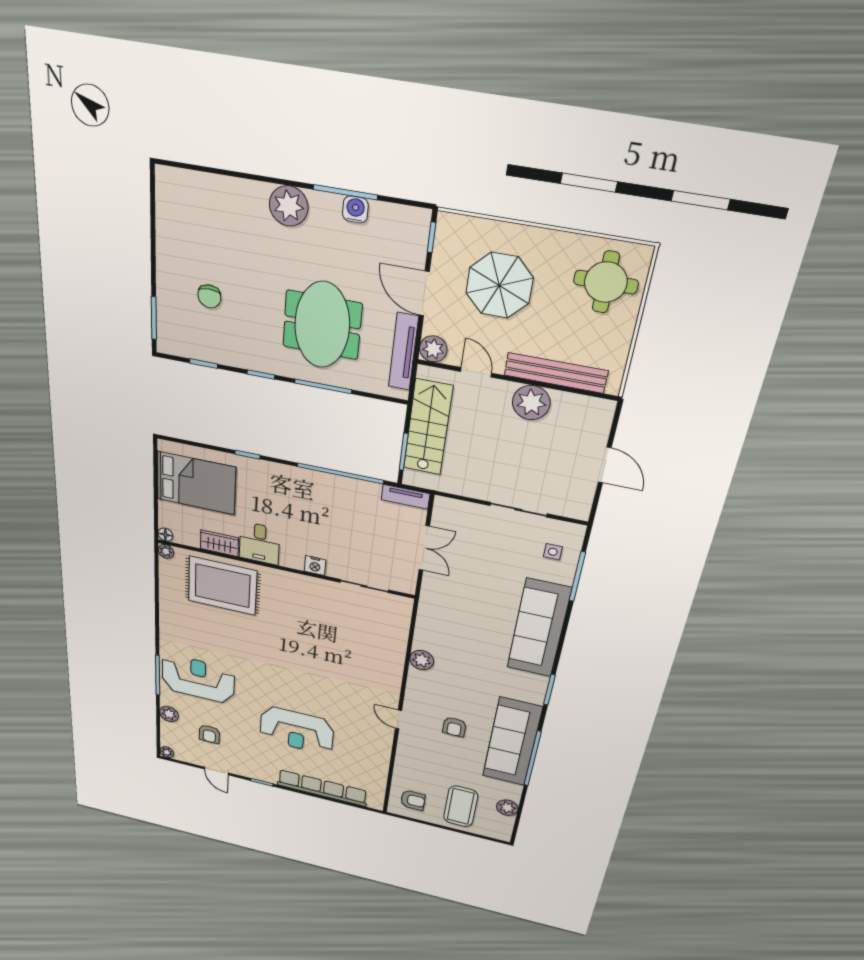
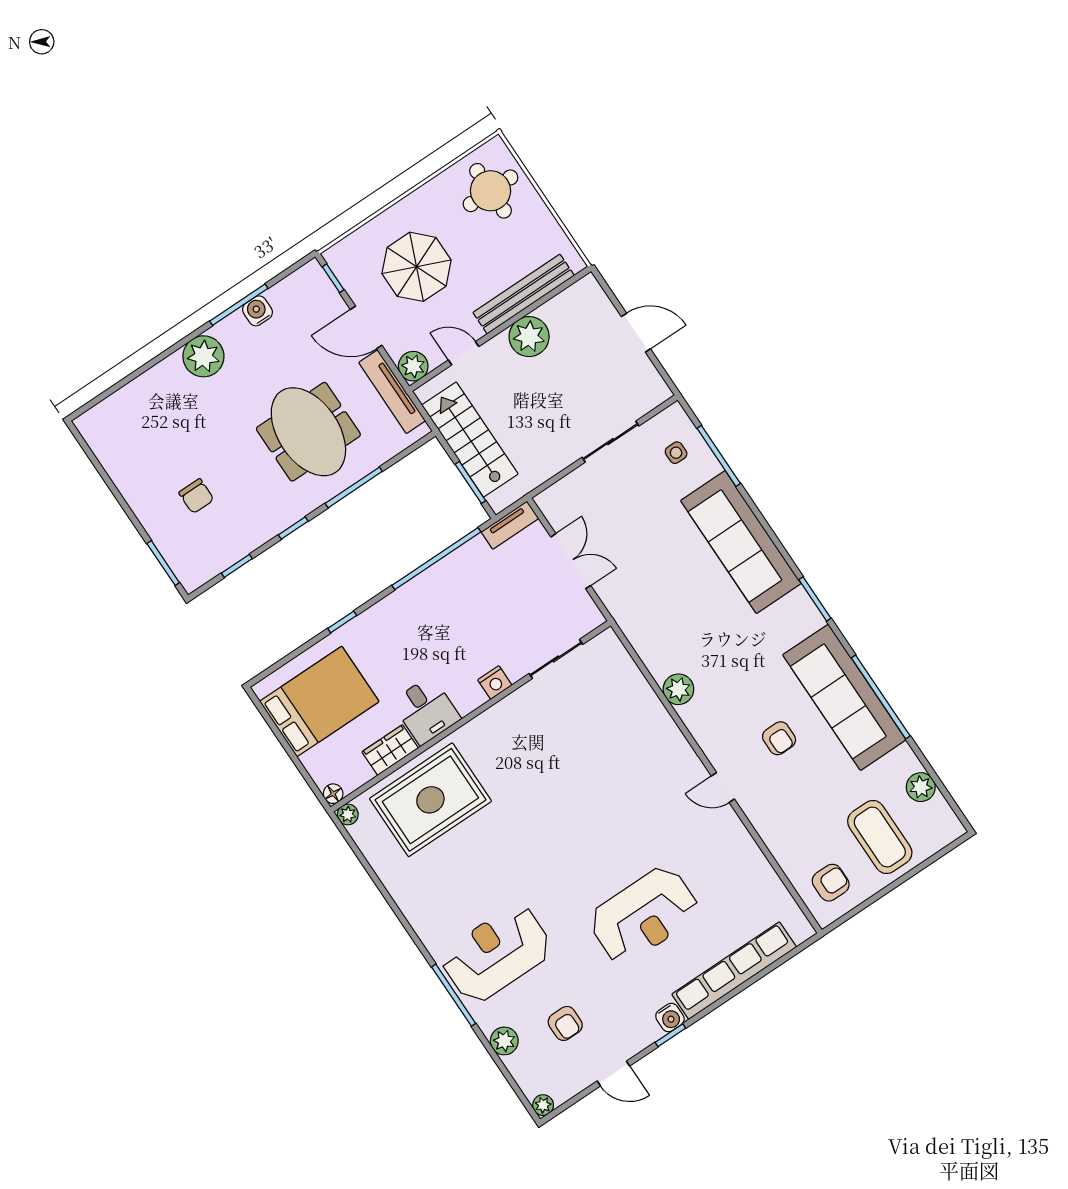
water cooler: (269, 776) -> (670, 1018), added

